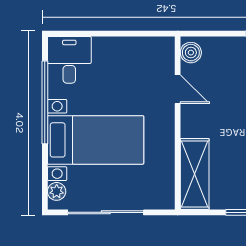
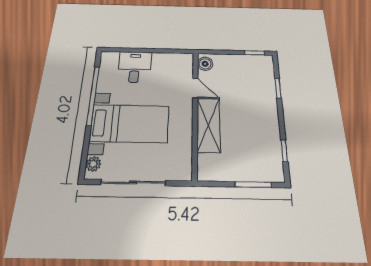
desk: (69, 60) -> (135, 67), moved
shelving: (195, 174) -> (208, 125), moved

